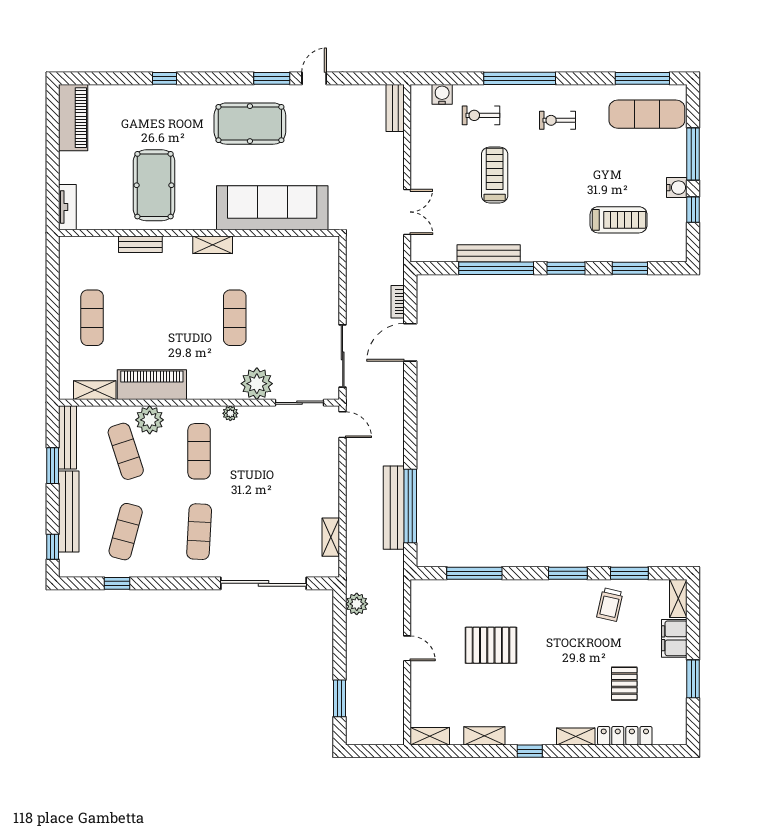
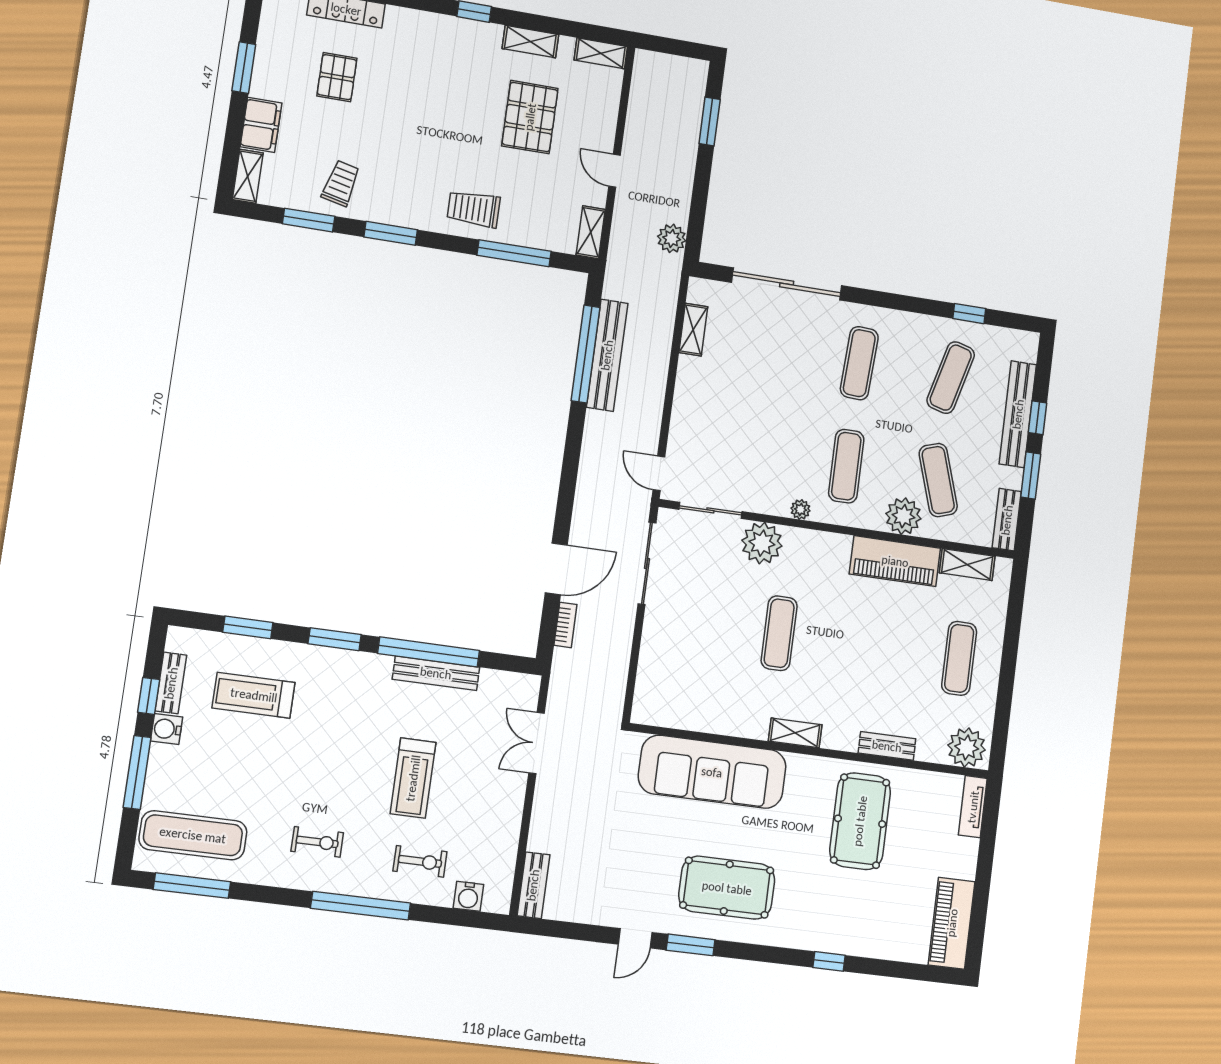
bench: (679, 221) -> (171, 683), added
plant: (78, 251) -> (967, 748), added
bench: (68, 437) -> (1007, 520), width x0.73
window: (53, 547) -> (1038, 418), moved
trolley: (509, 602) -> (474, 209), added
pallet: (491, 645) -> (530, 117), moved, turned 90
shelving: (576, 736) -> (591, 232), moved, turned 90

